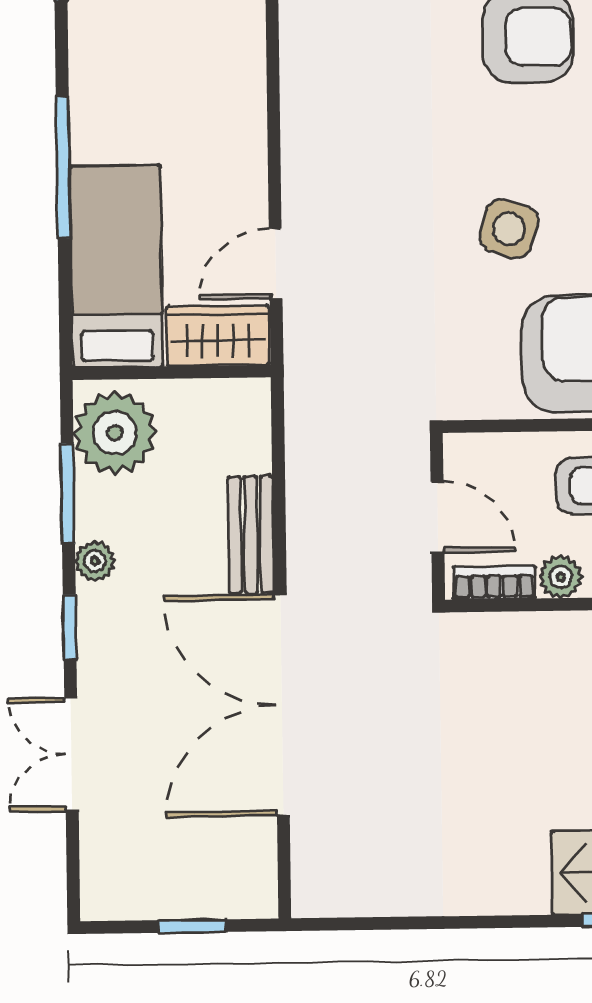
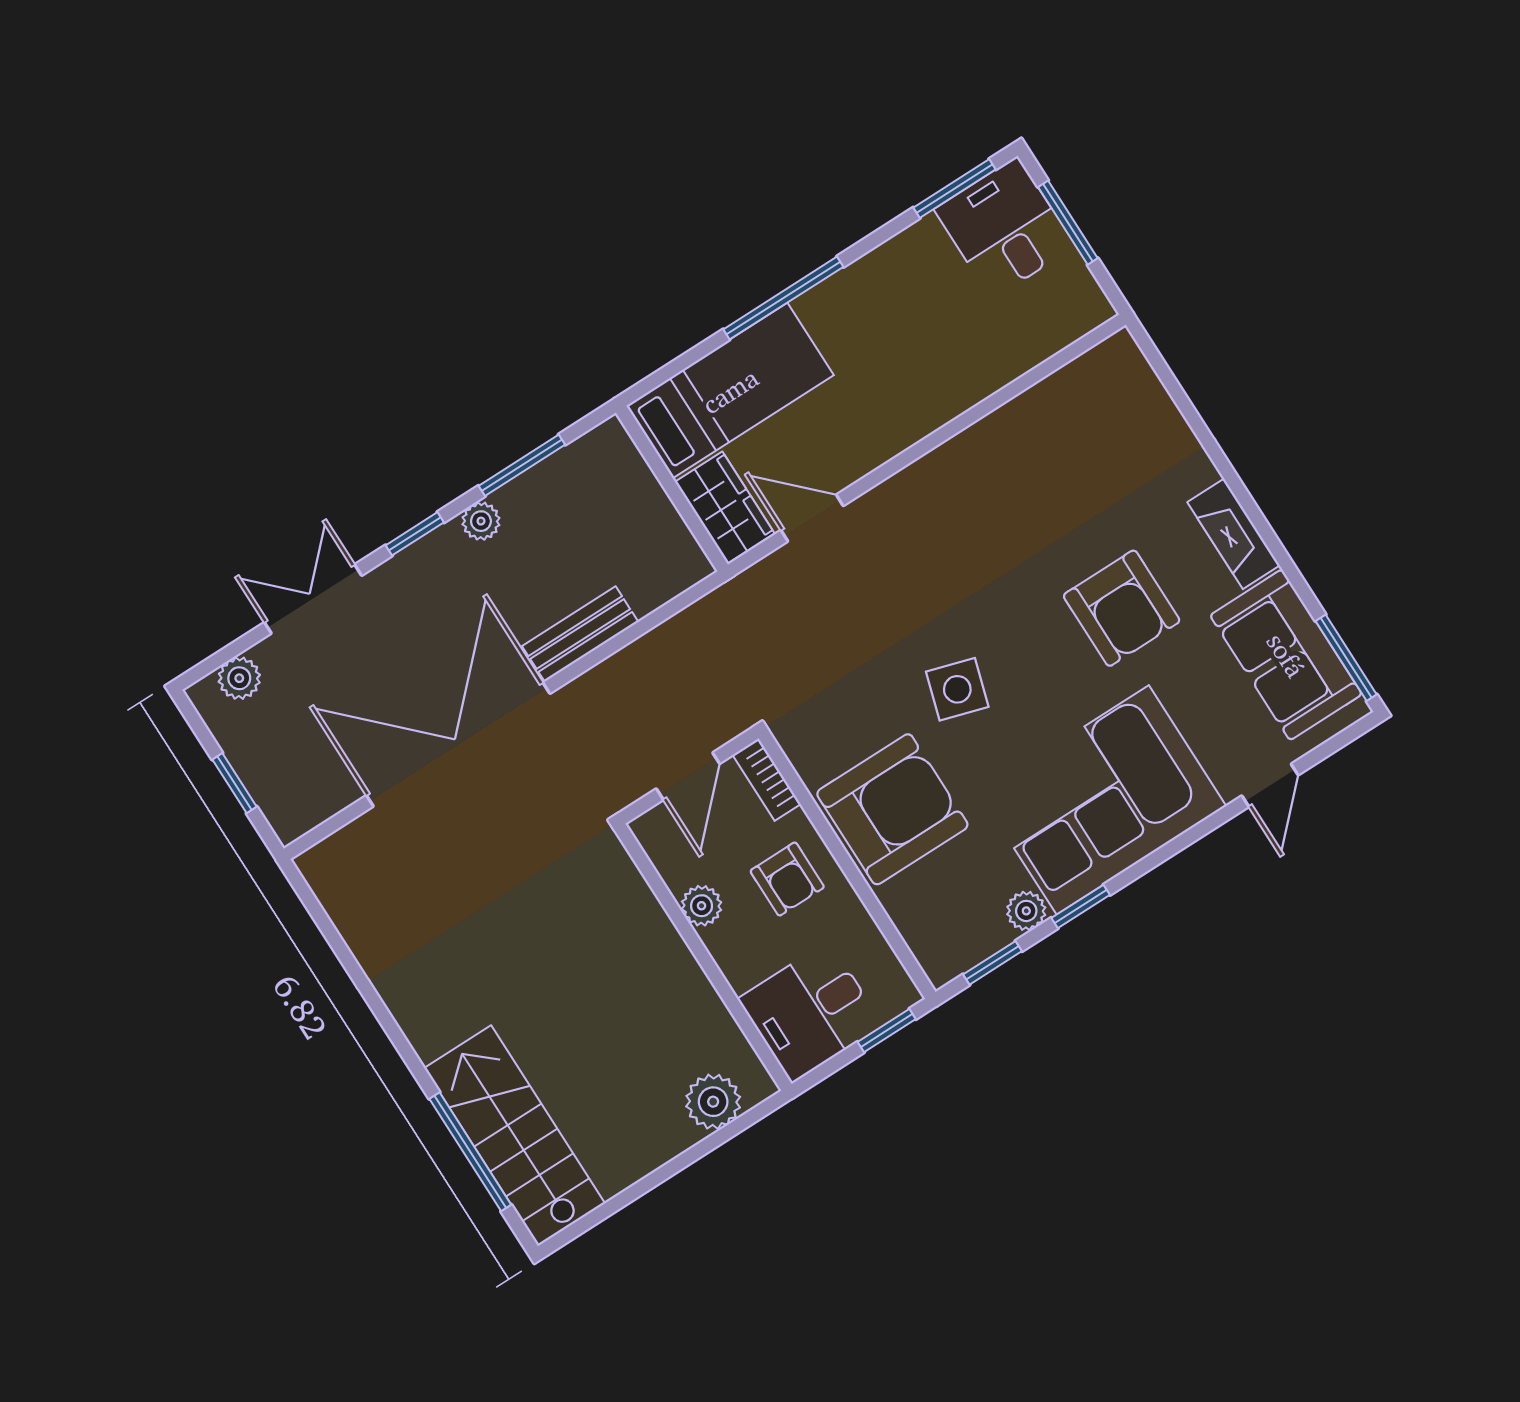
plant: (115, 433) -> (239, 678), moved, width x0.53, depth x0.53
bookcase: (494, 583) -> (767, 780), moved, turned 180

